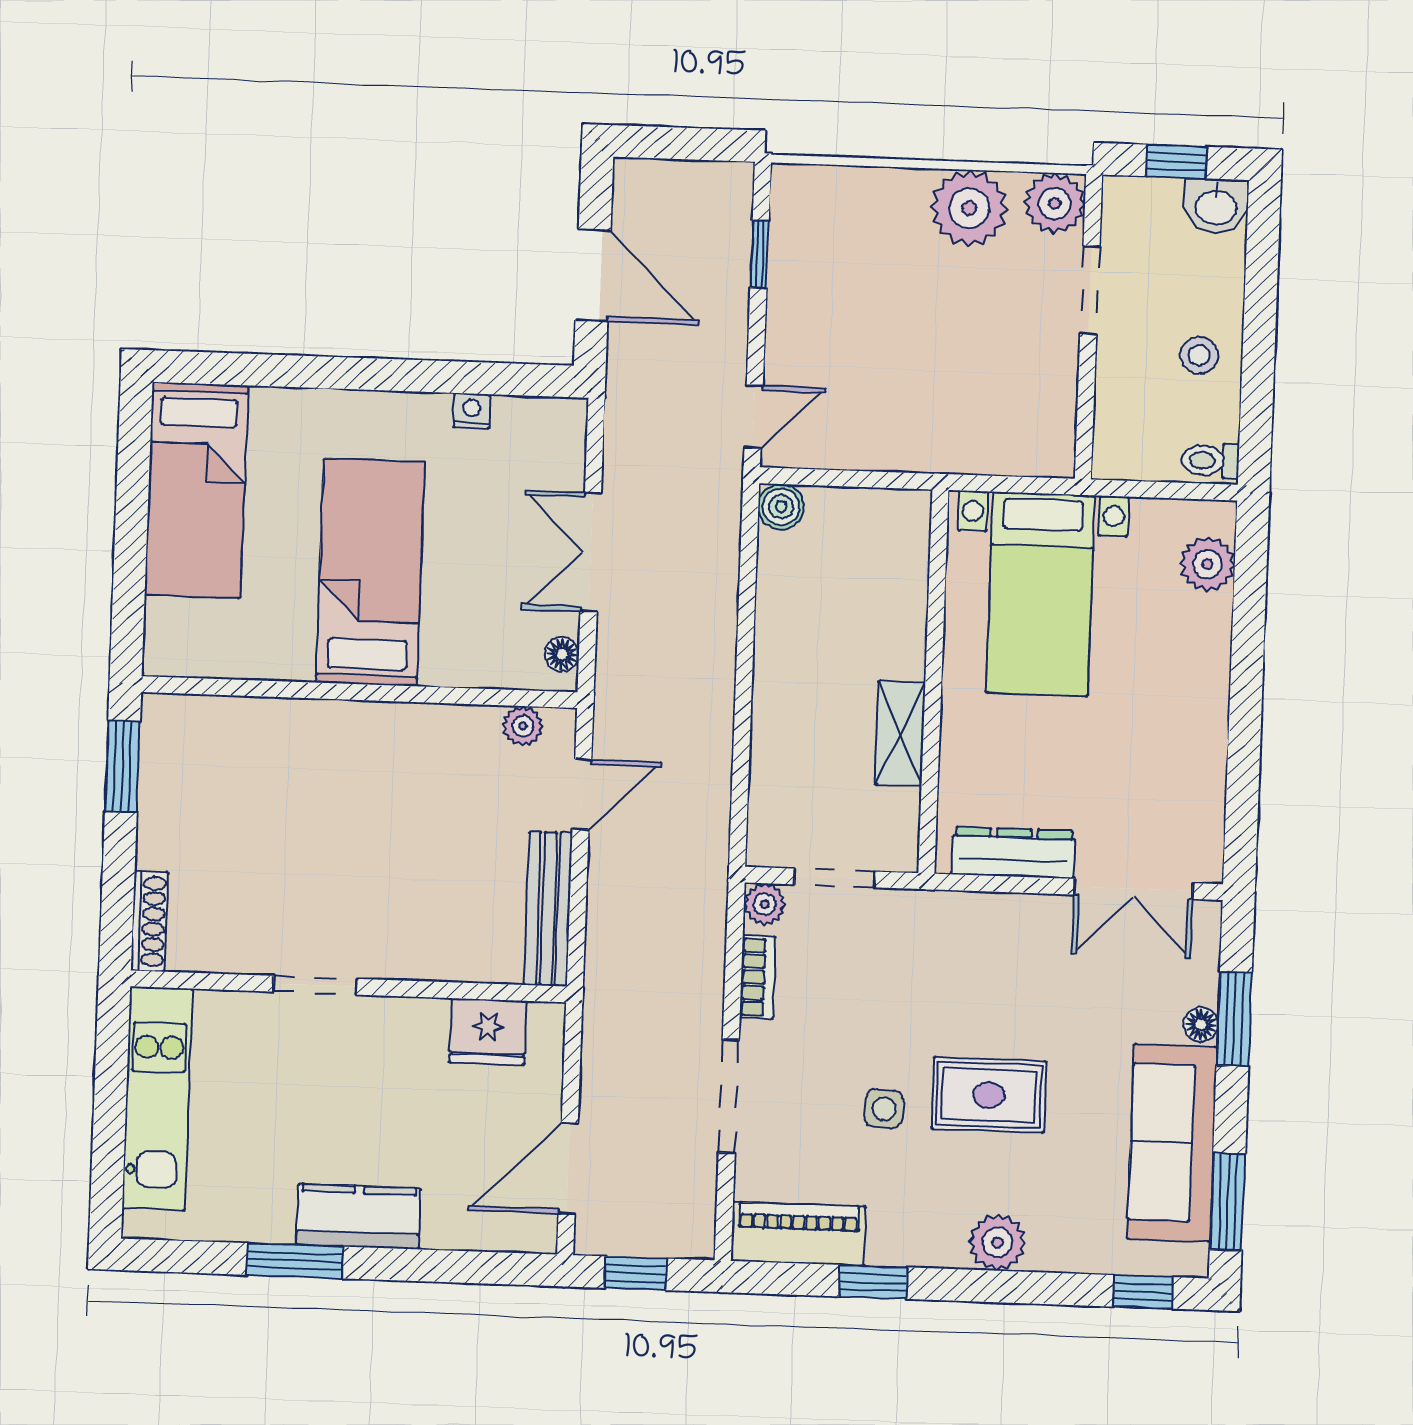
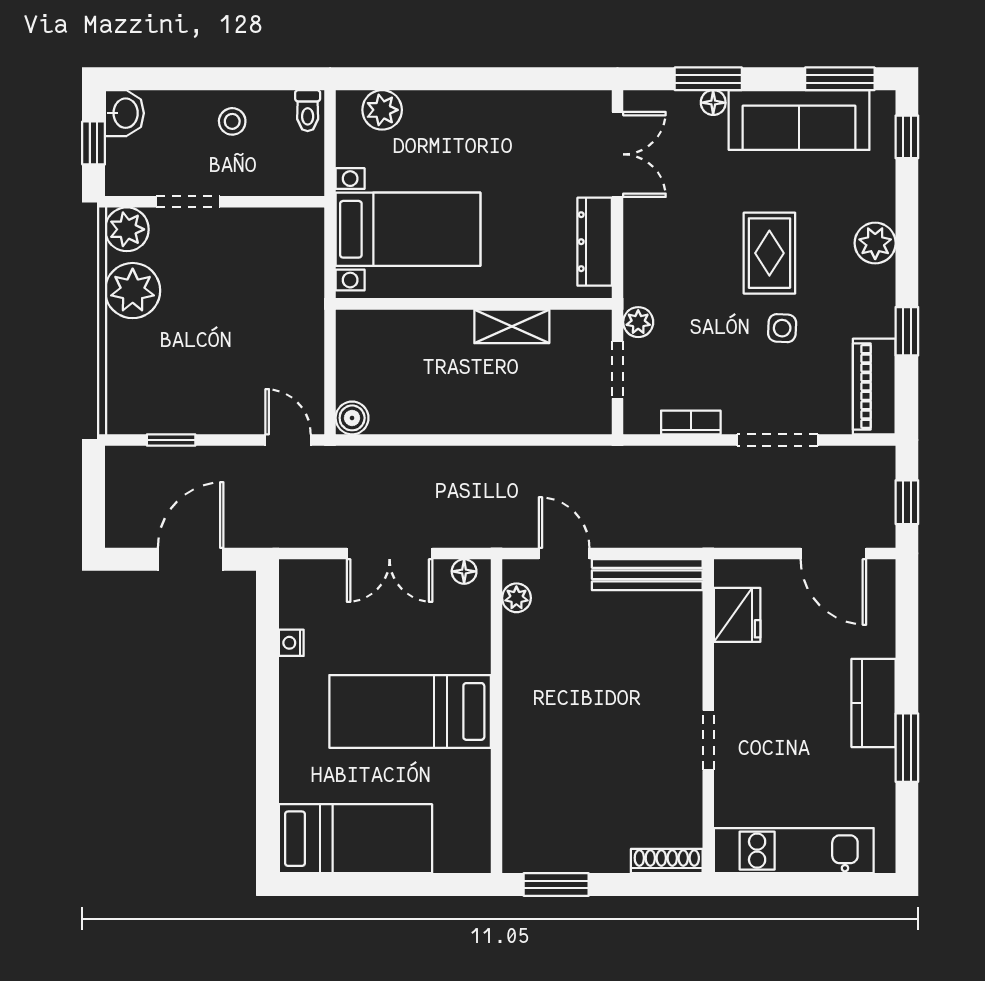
plant: (765, 904) -> (638, 322), moved

